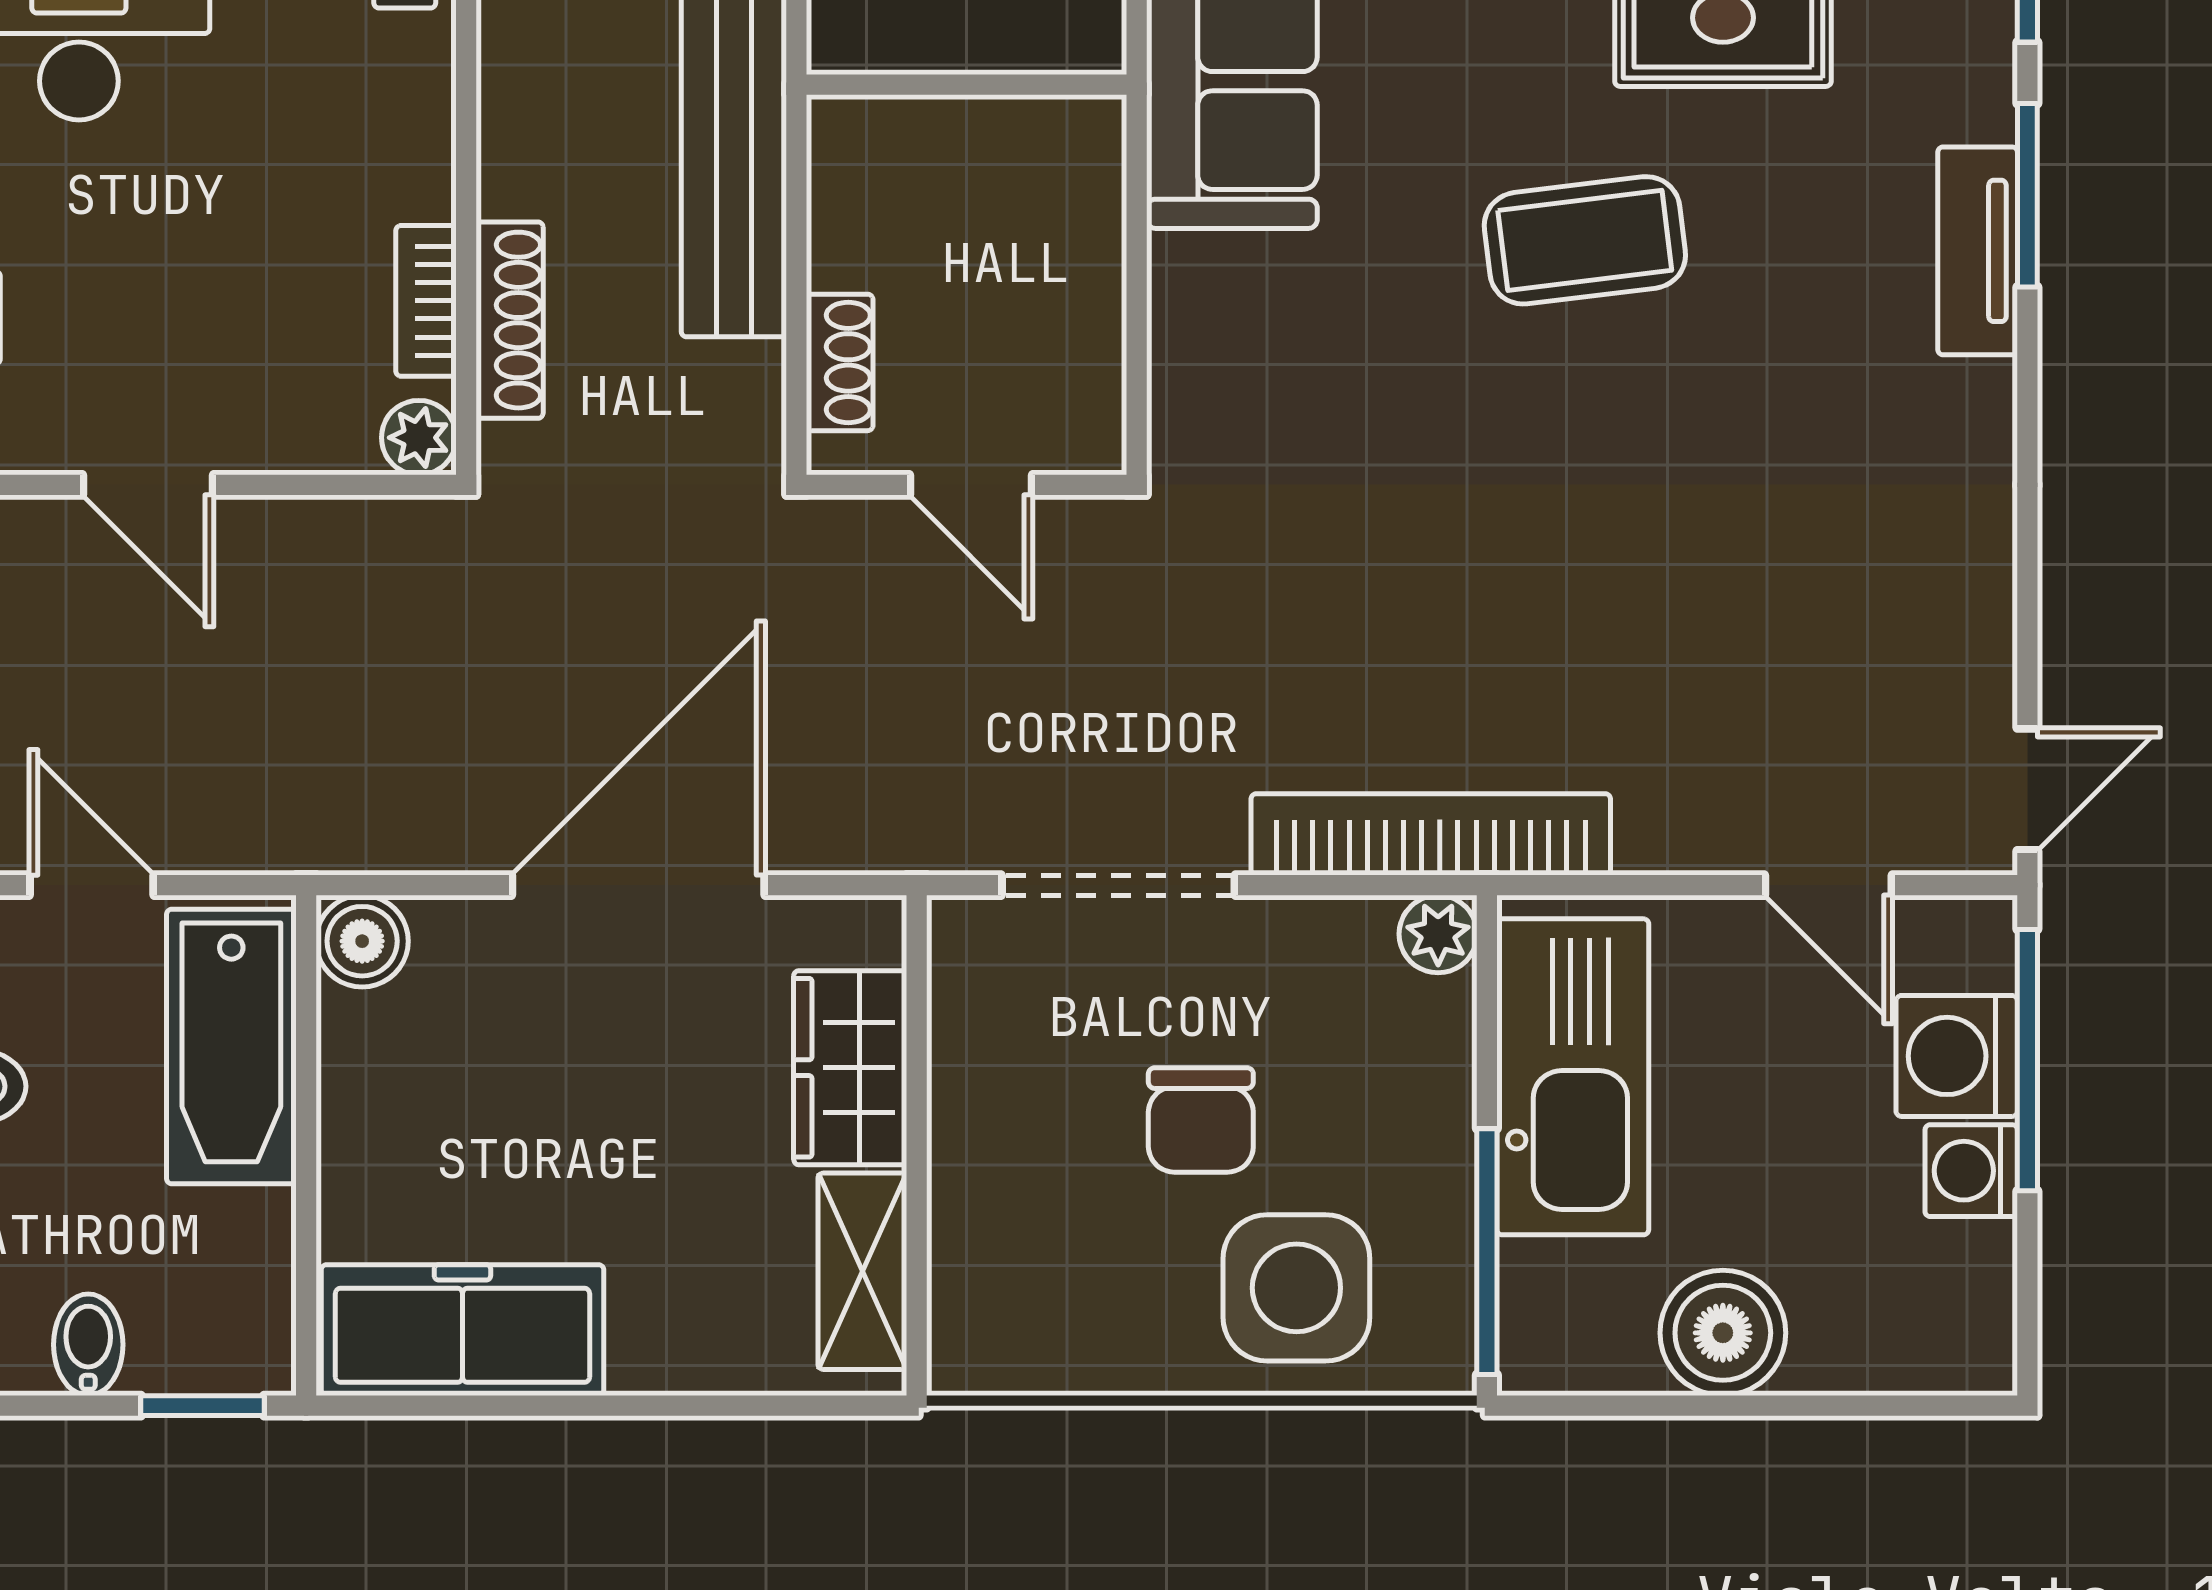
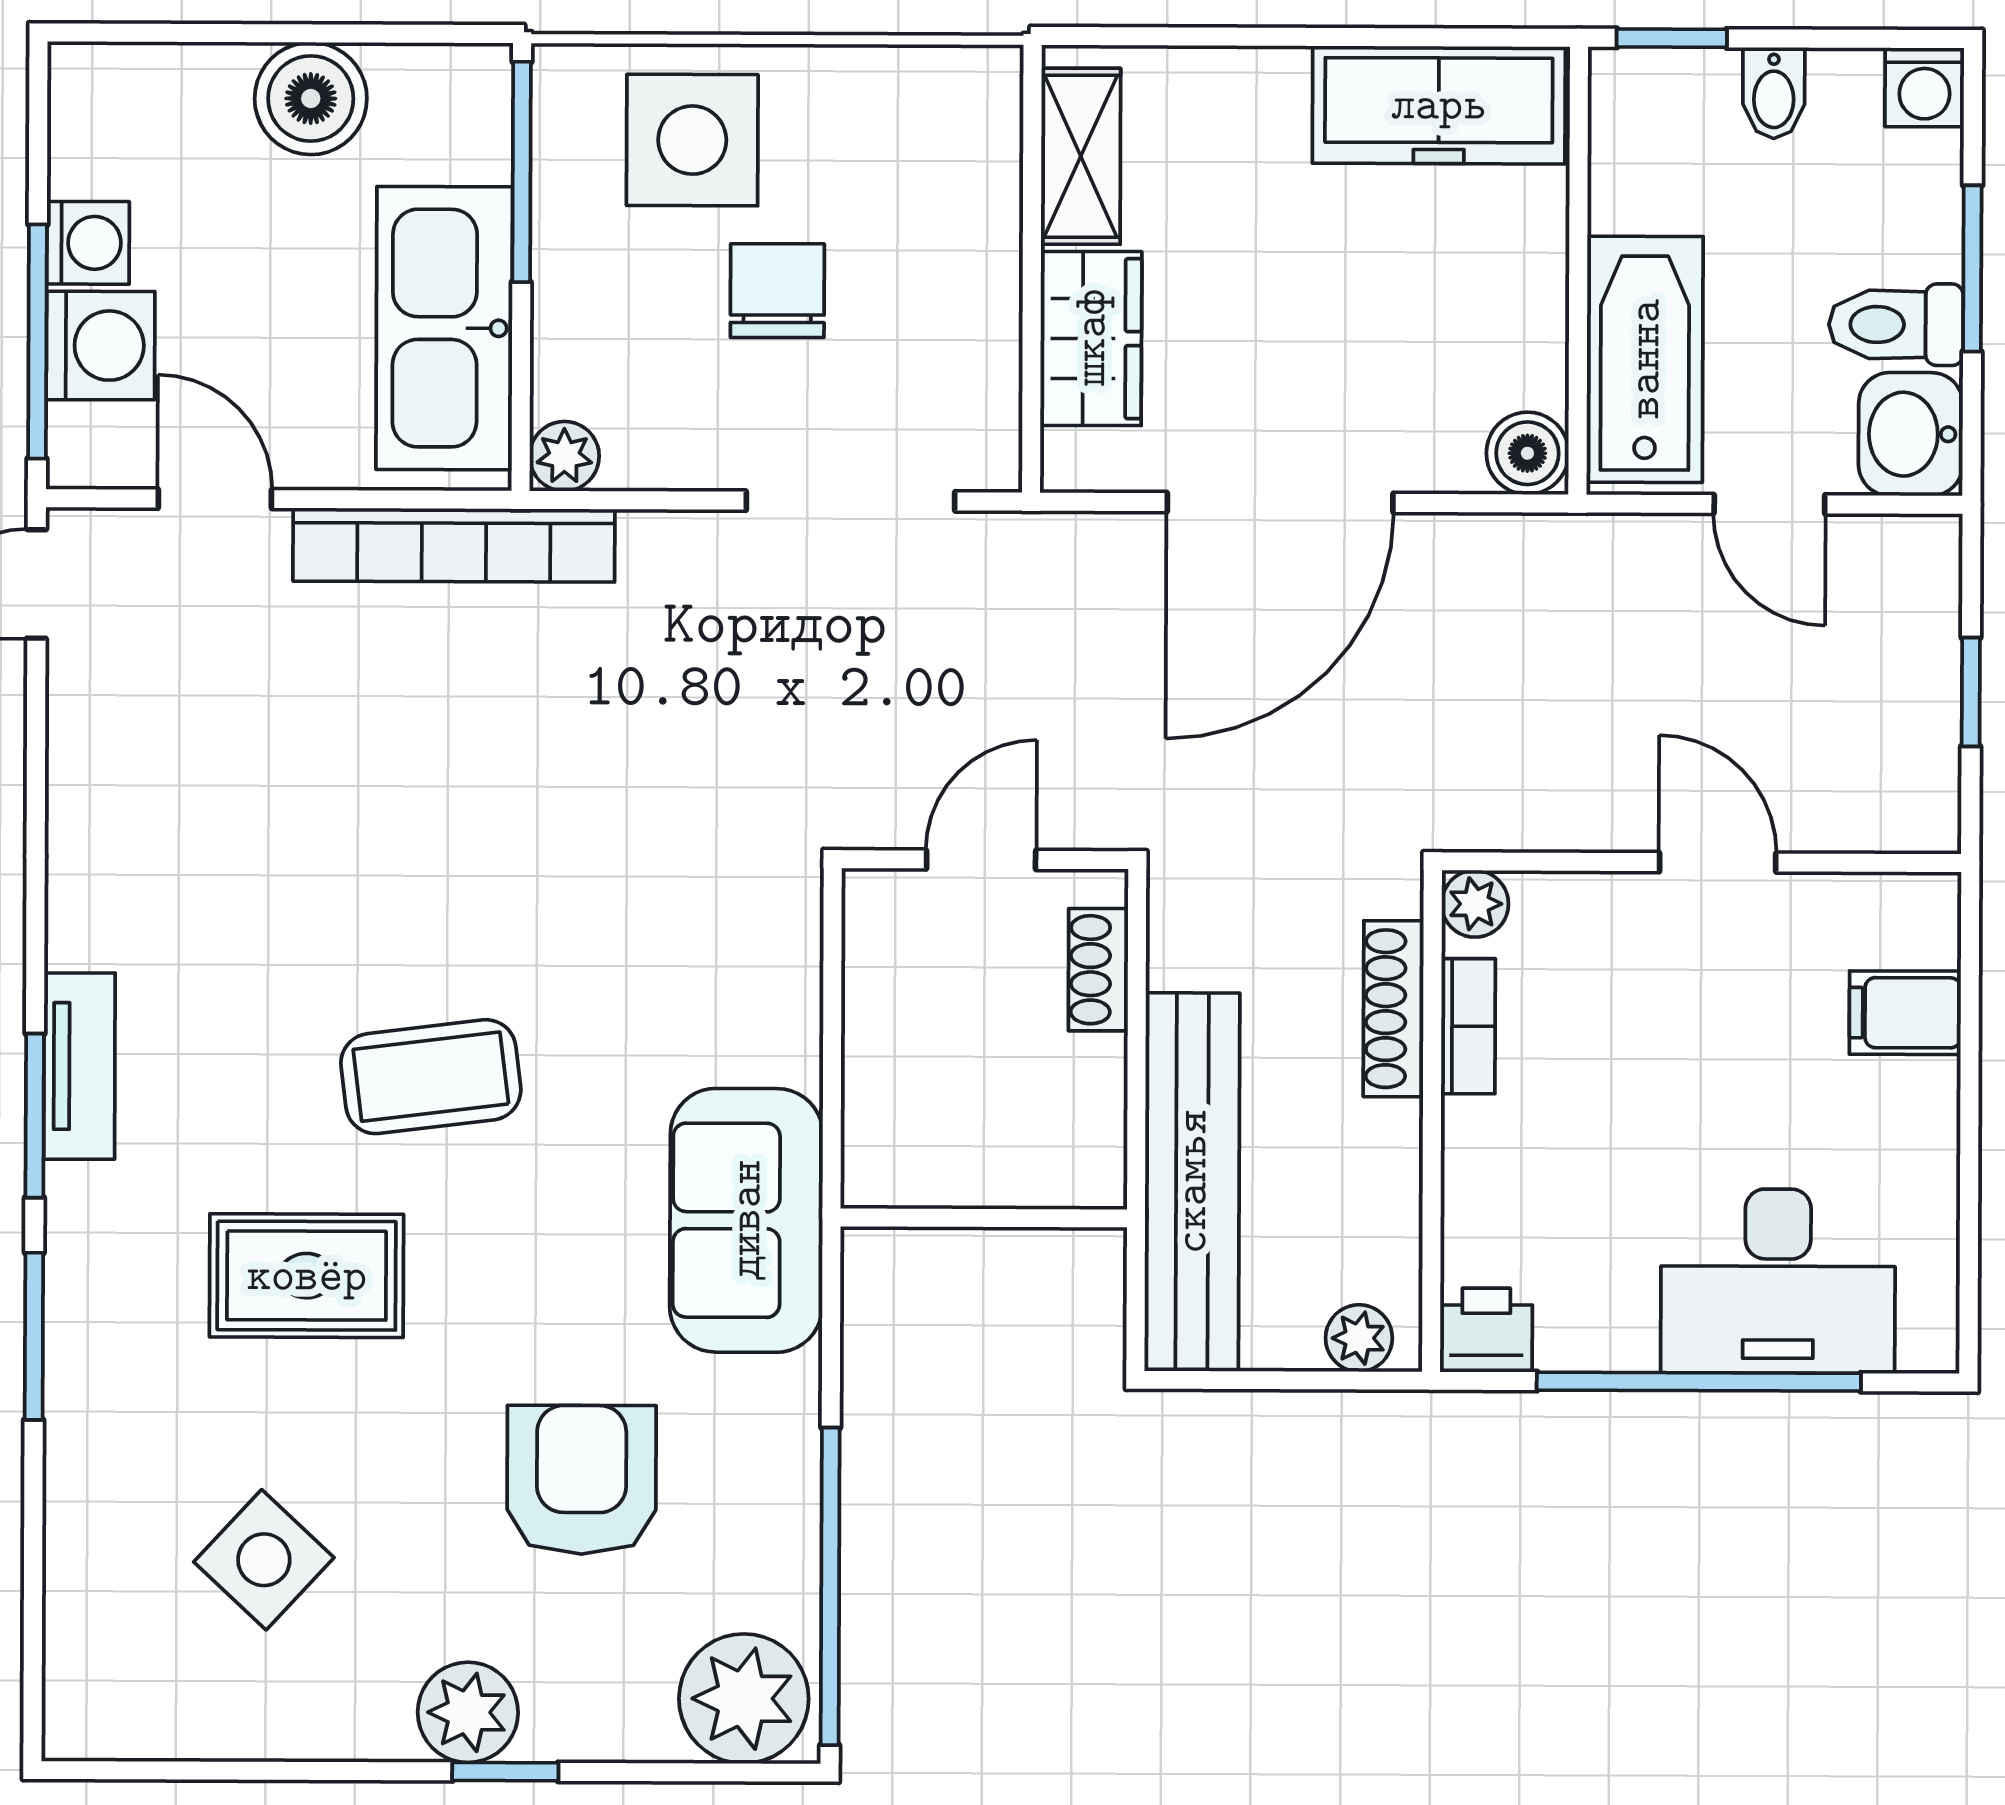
door: (971, 485) -> (981, 860), hinge flipped
bookcase: (1431, 834) -> (454, 545), moved

